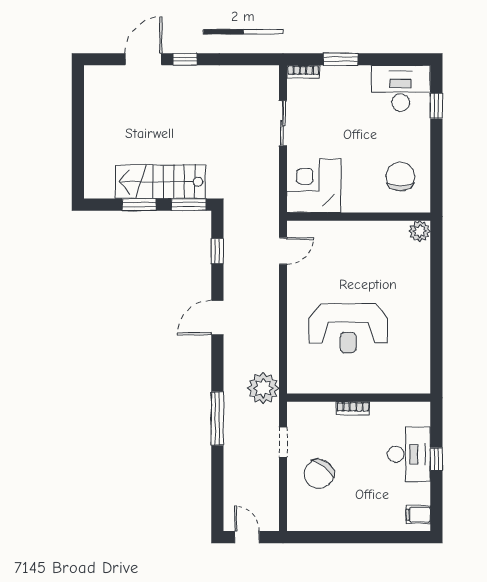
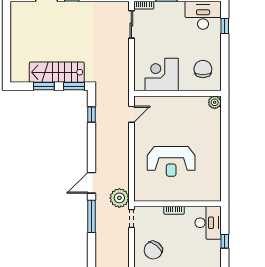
sliding door: (283, 123) -> (131, 24), moved
corner desk: (314, 186) -> (162, 75), moved
door: (217, 318) -> (91, 183), moved
doorway: (283, 442) -> (131, 219), moved
desk: (409, 454) -> (208, 223), moved

